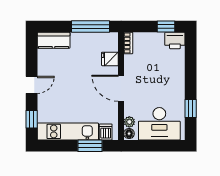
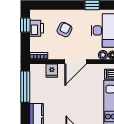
printer: (175, 40) -> (37, 28), moved
armchair: (160, 75) -> (64, 30), added

